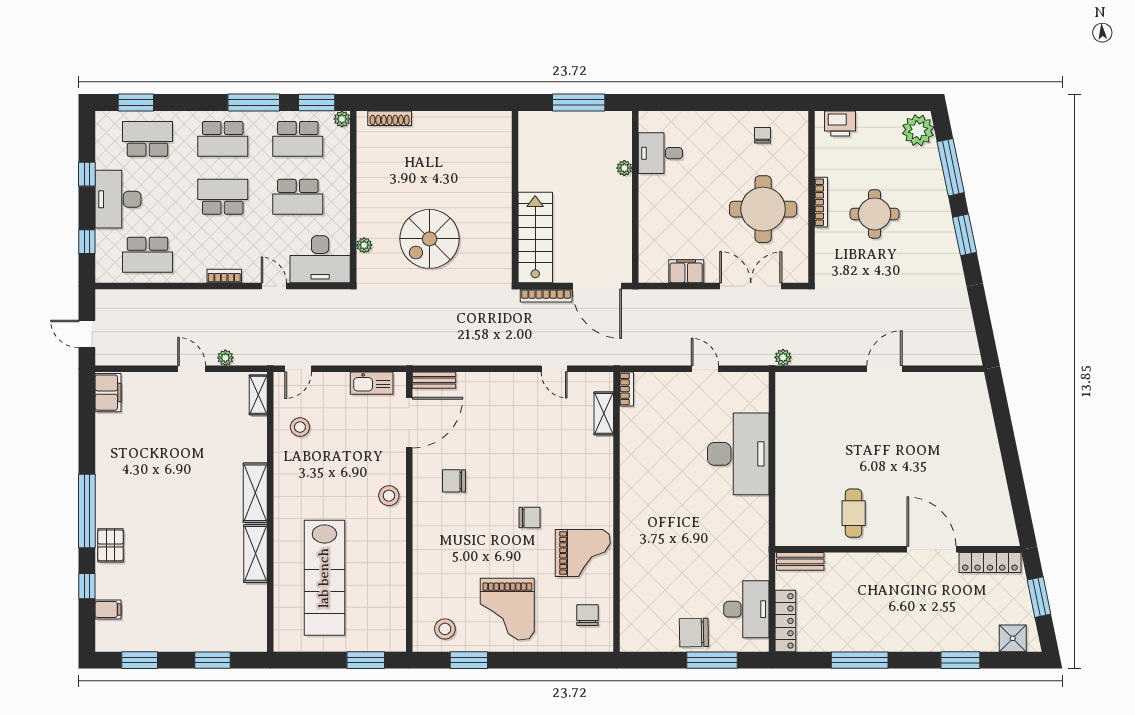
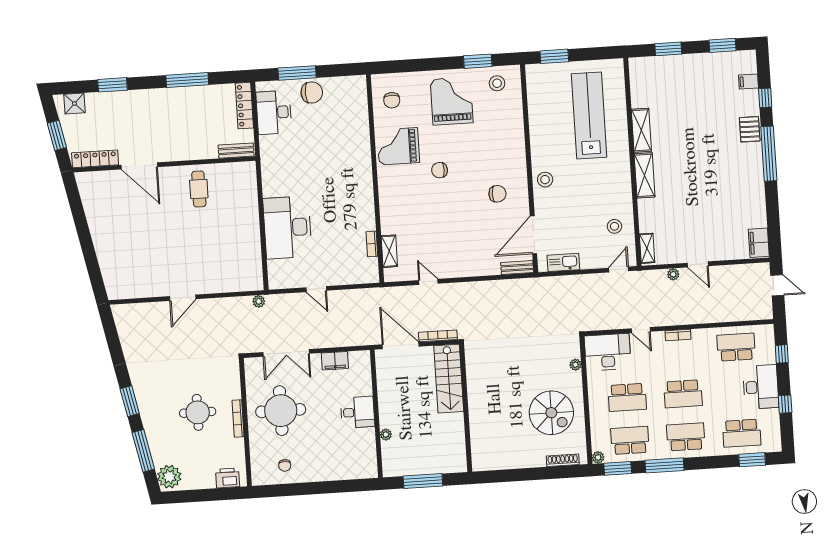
desk: (660, 153) -> (357, 412), moved
school desk: (298, 197) -> (627, 397), turned 180
spiral stairs: (430, 239) -> (551, 413), moved, turned 90
bookcase: (626, 389) -> (372, 244), moved

